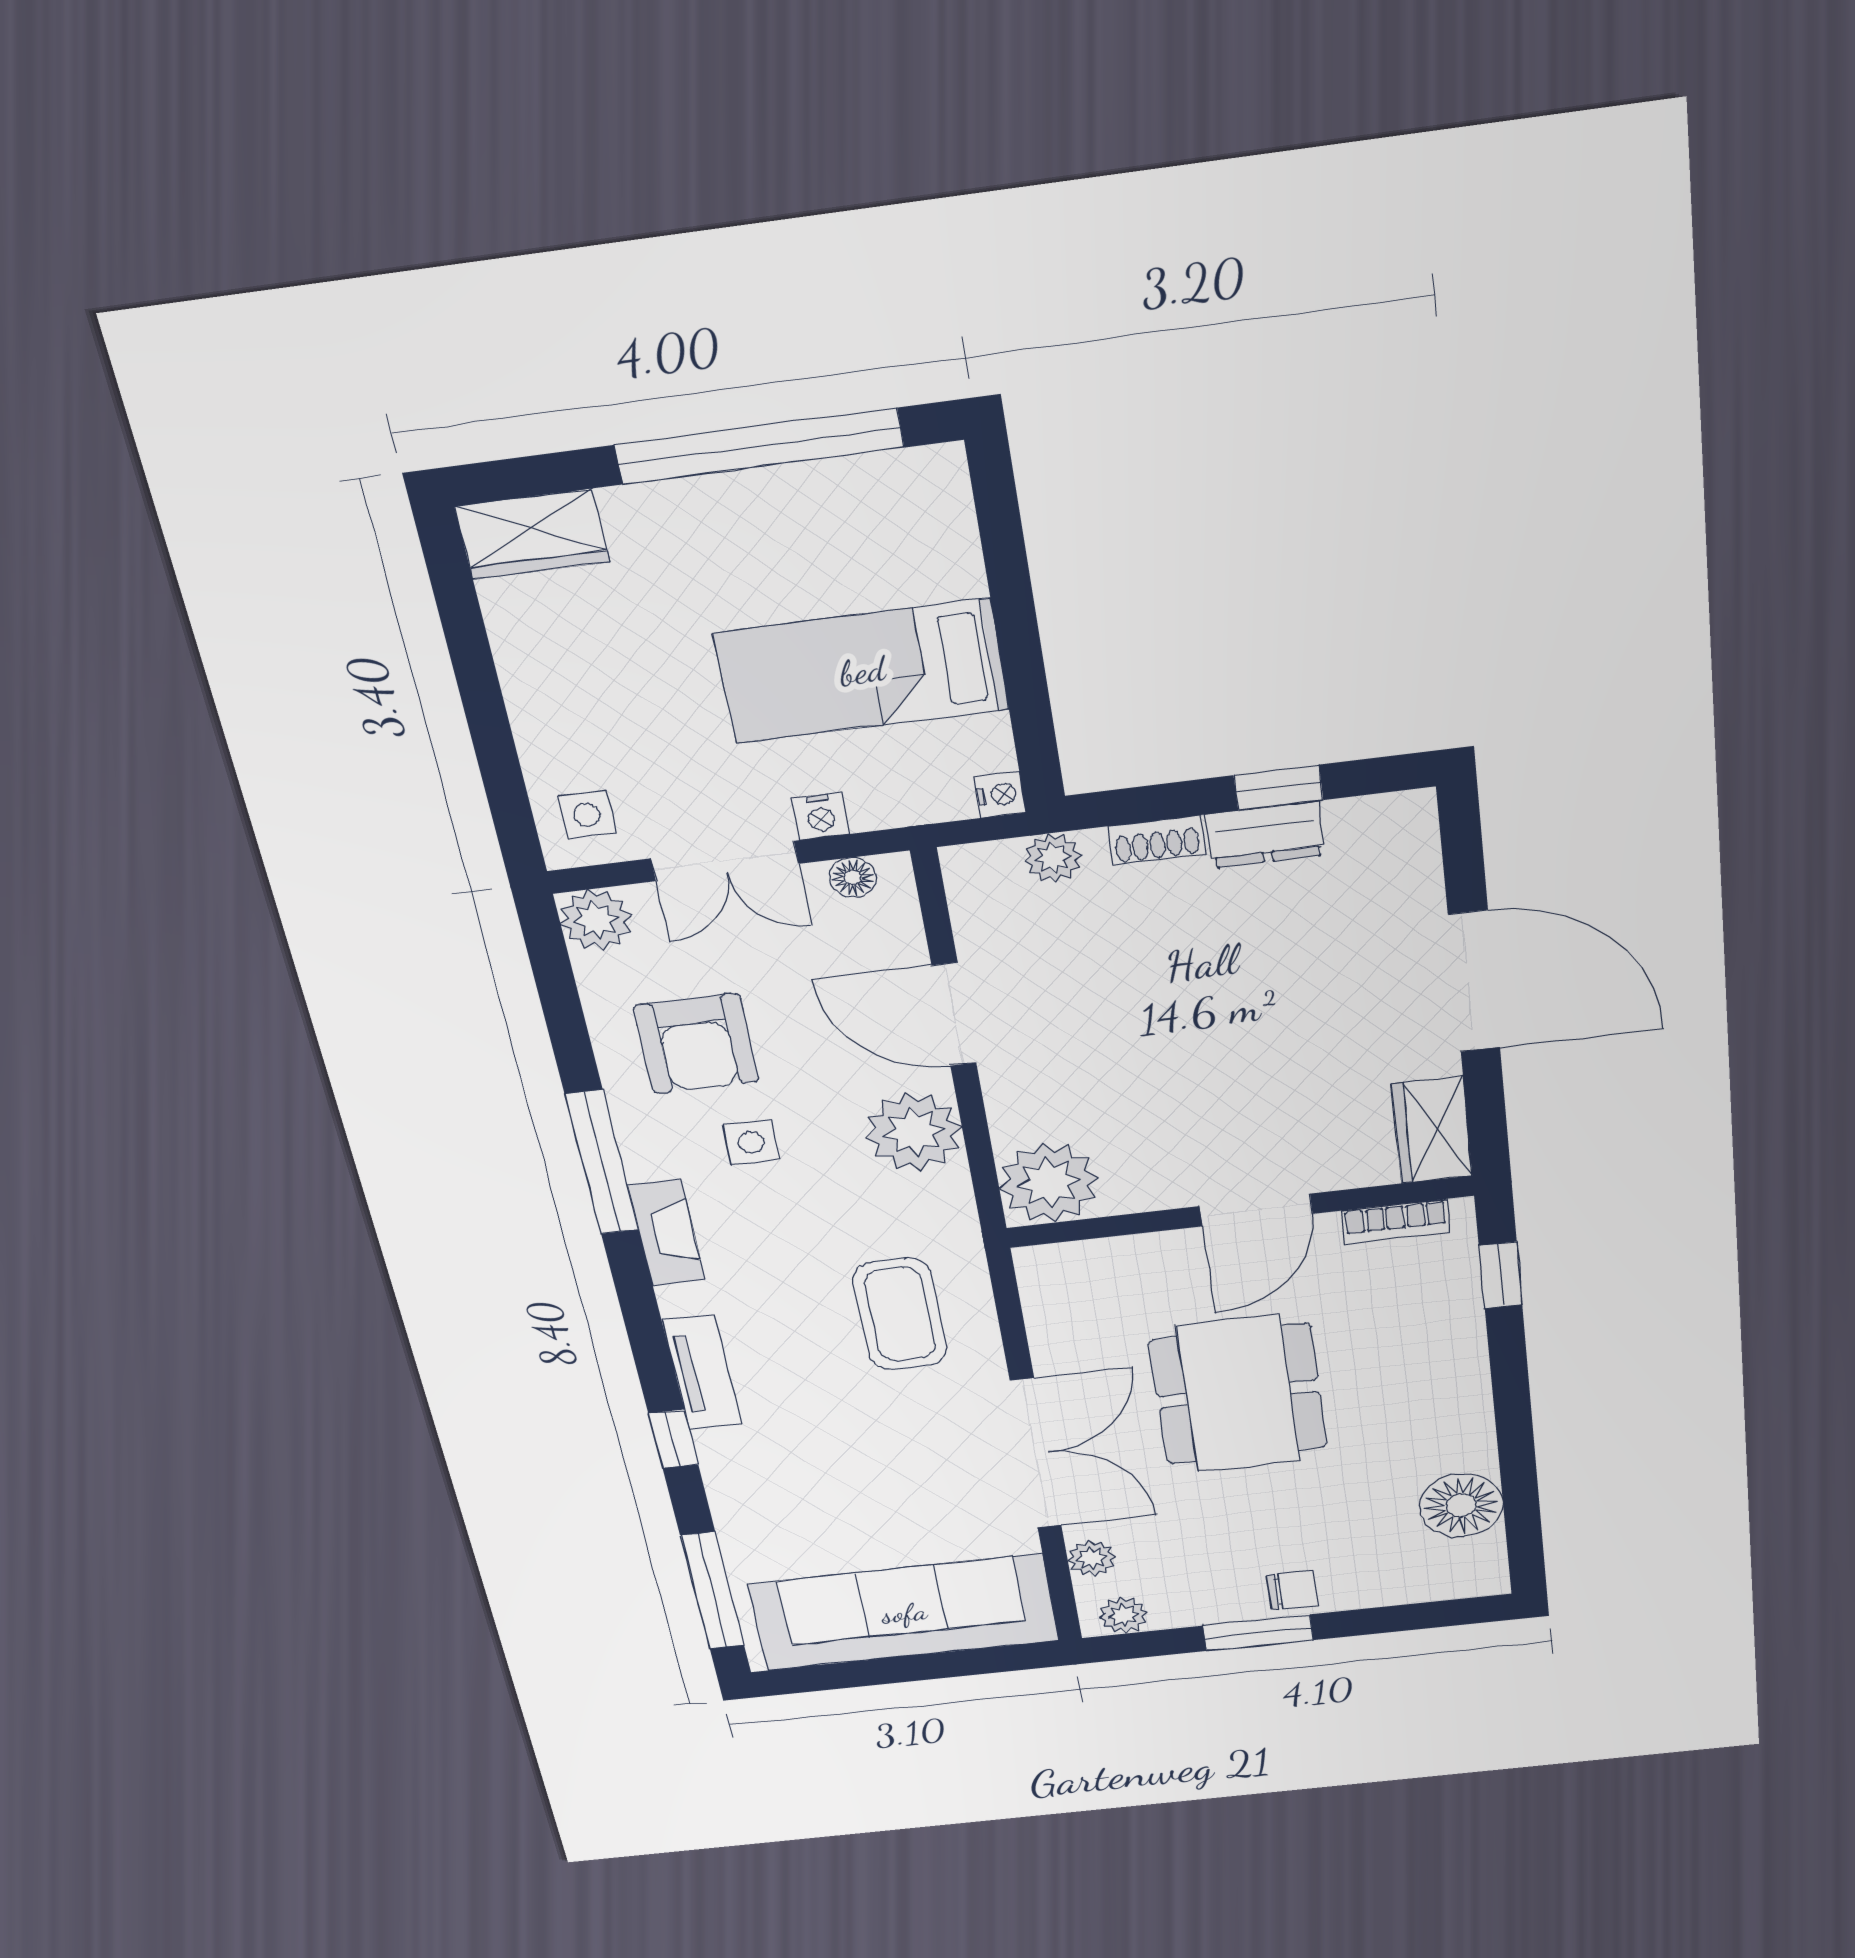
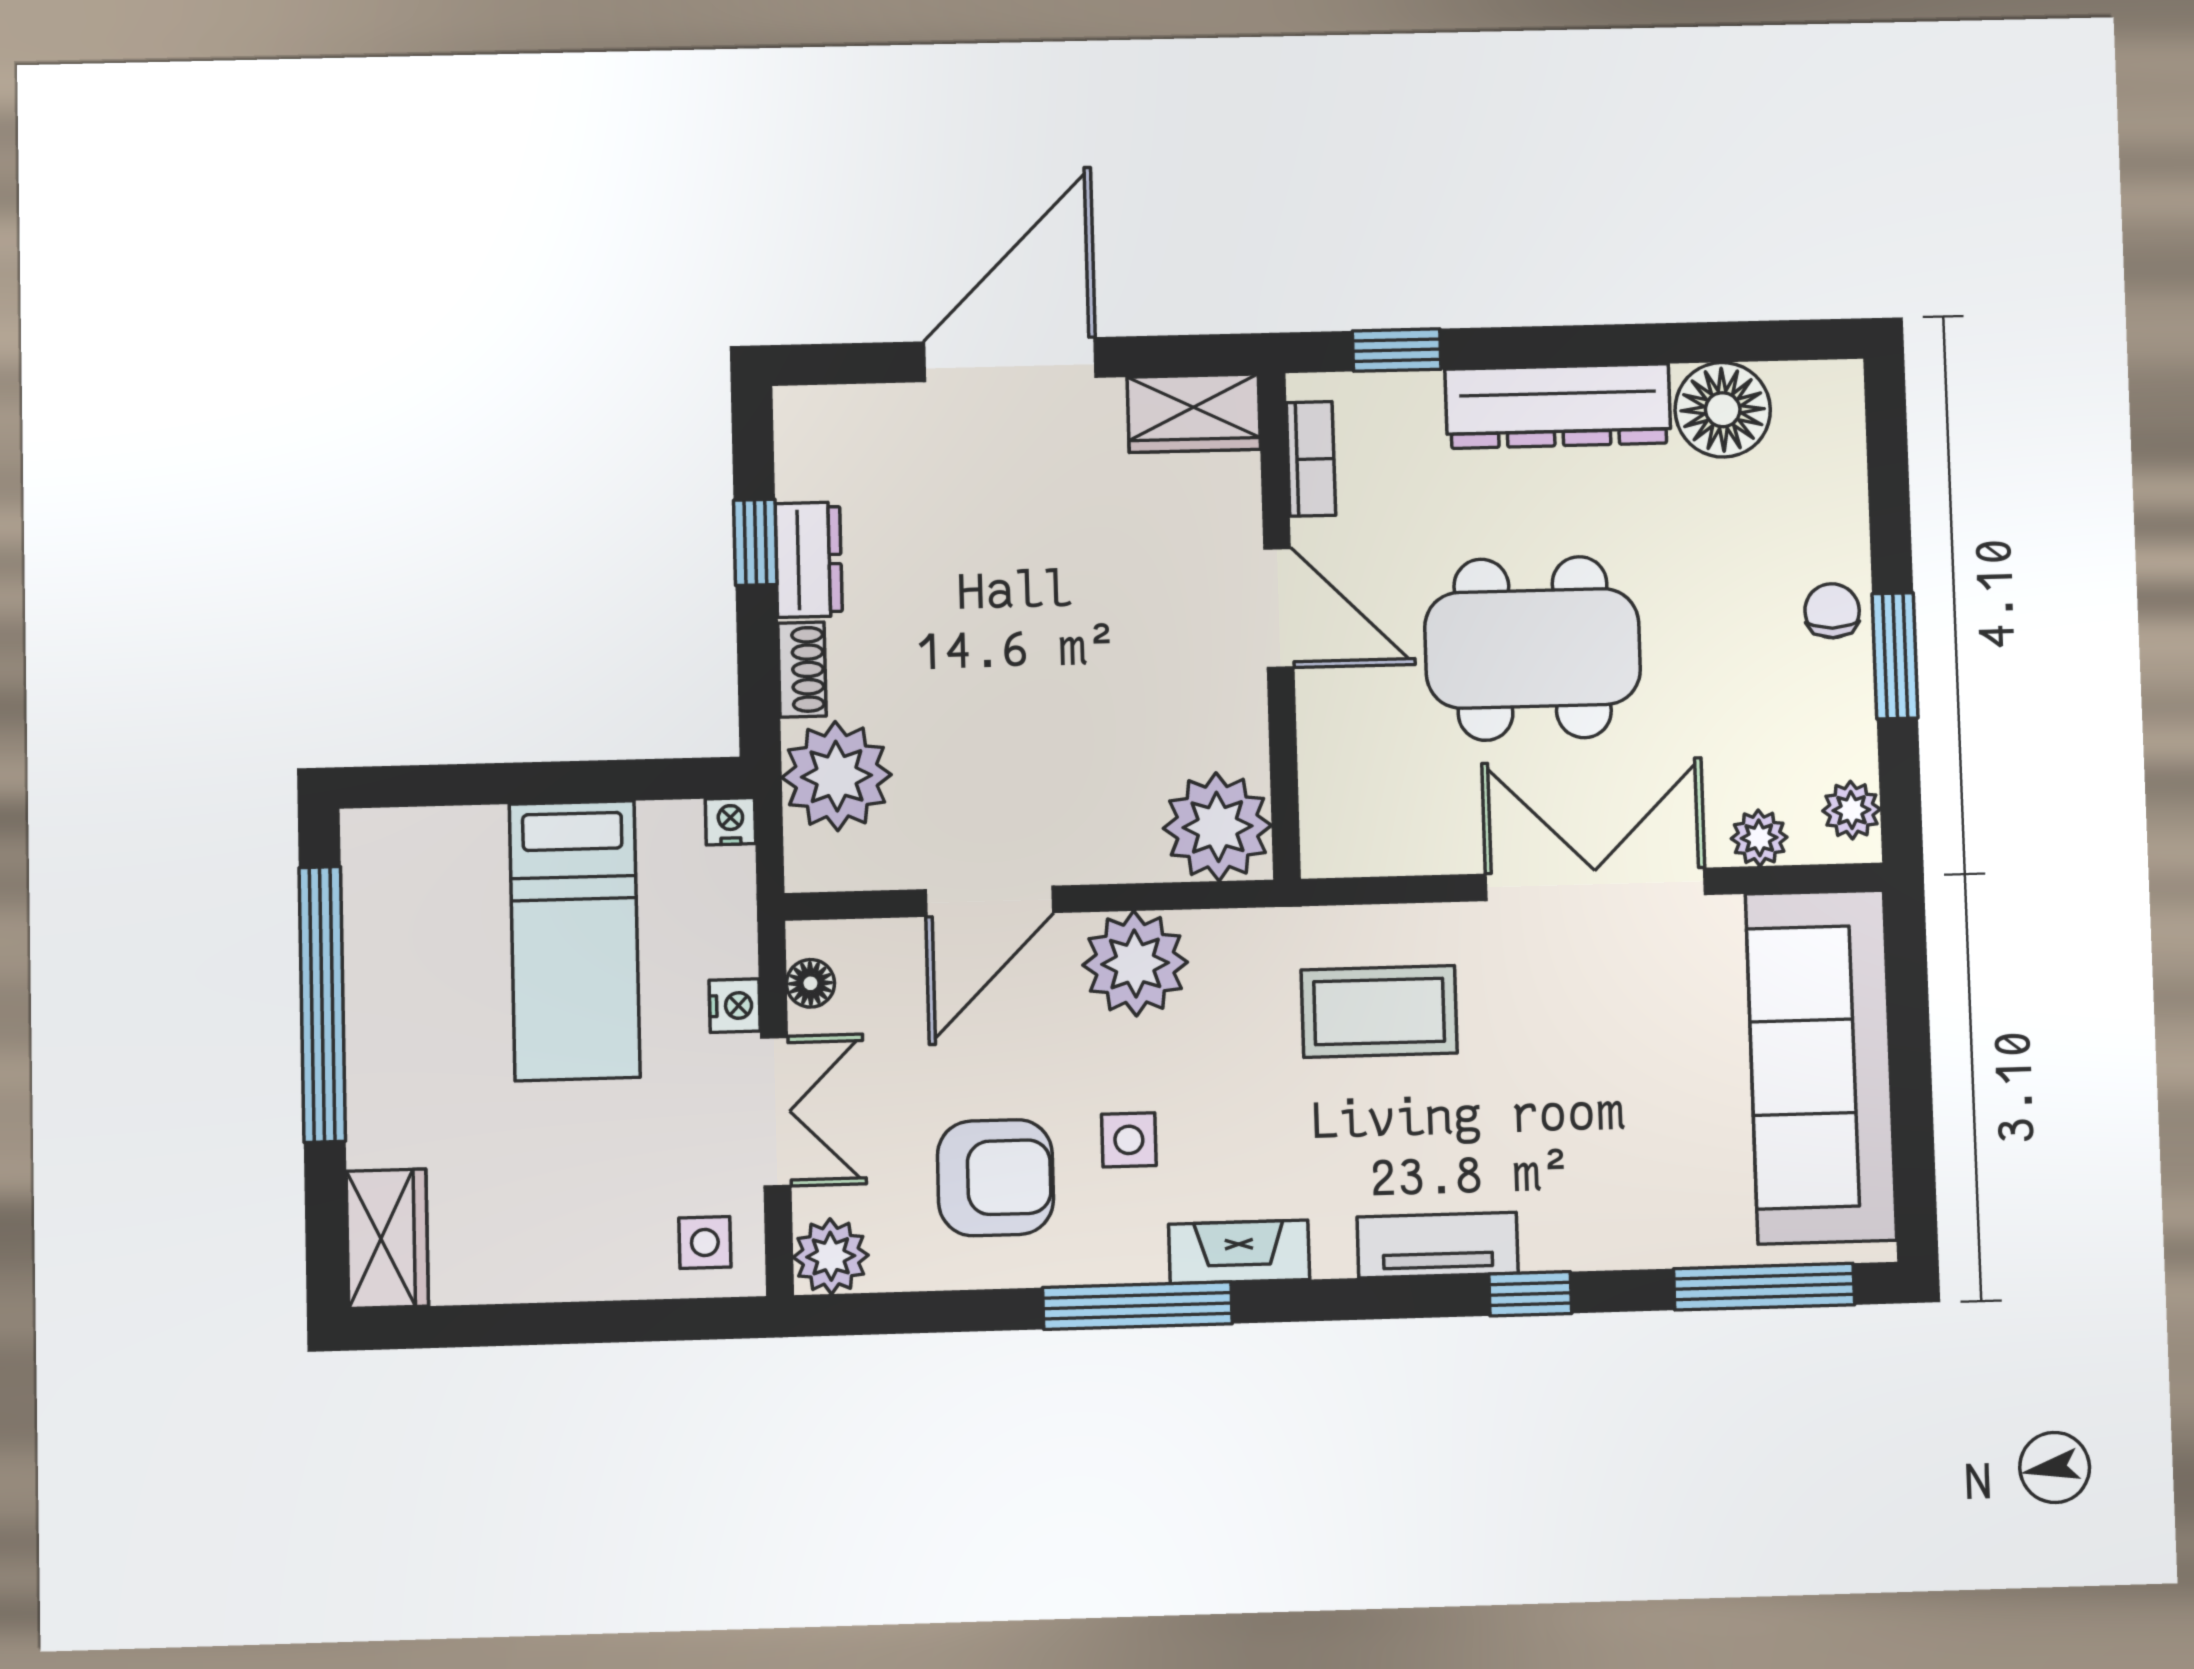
plant: (1053, 858) -> (837, 776), width x1.88, depth x1.88
dresser: (1457, 1394) -> (1558, 406), added

